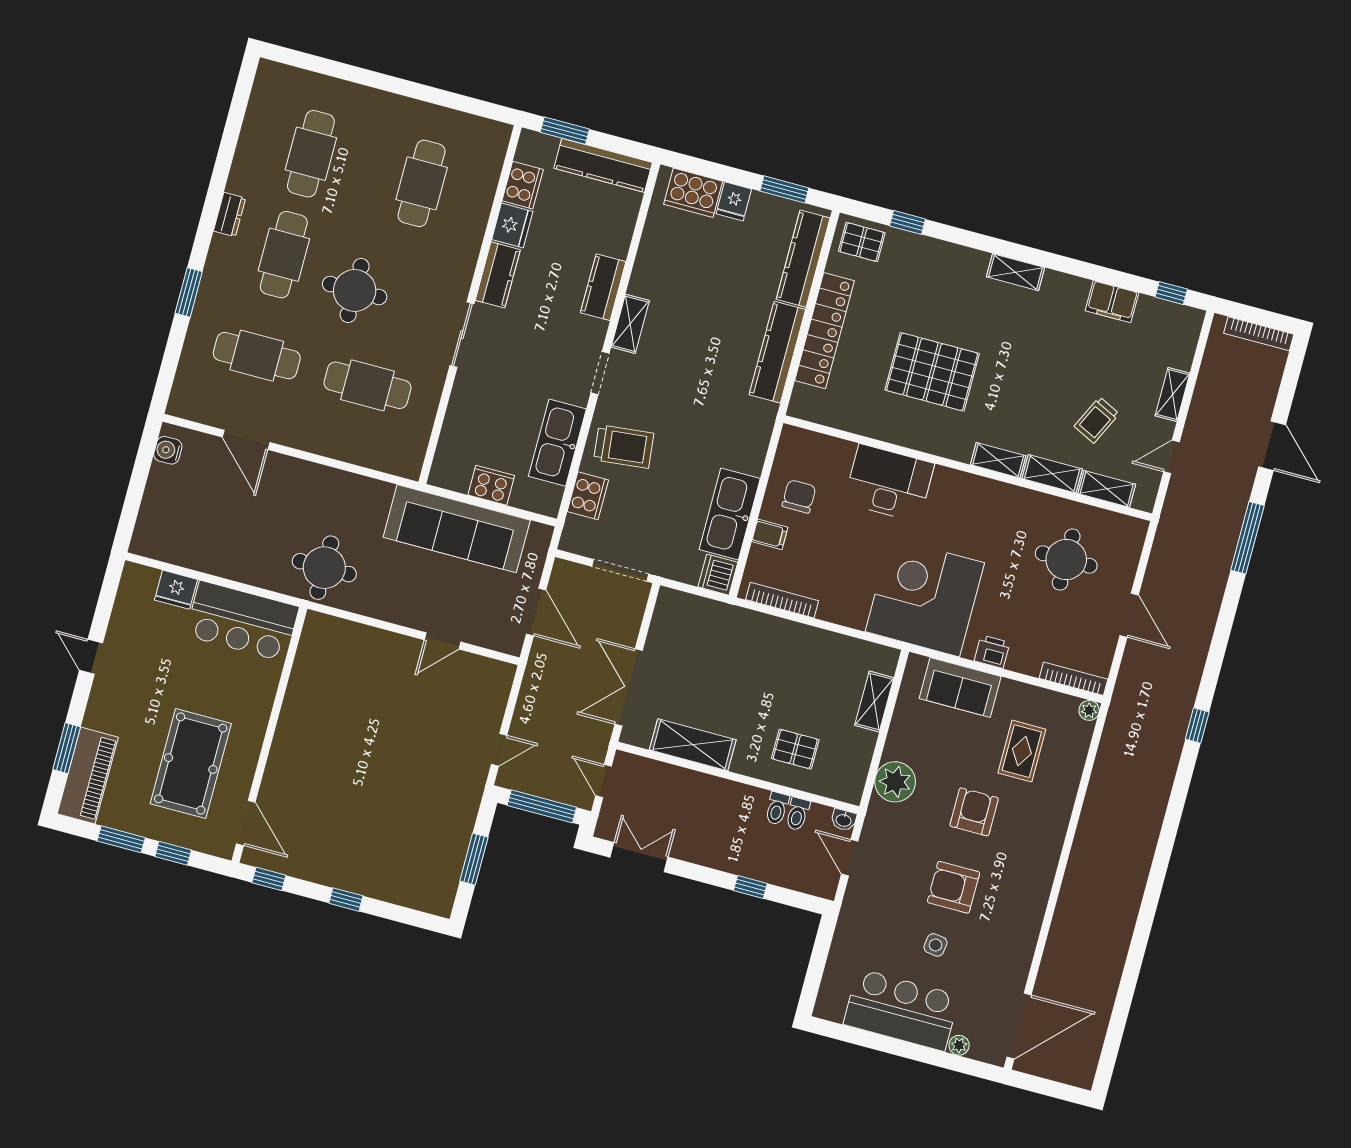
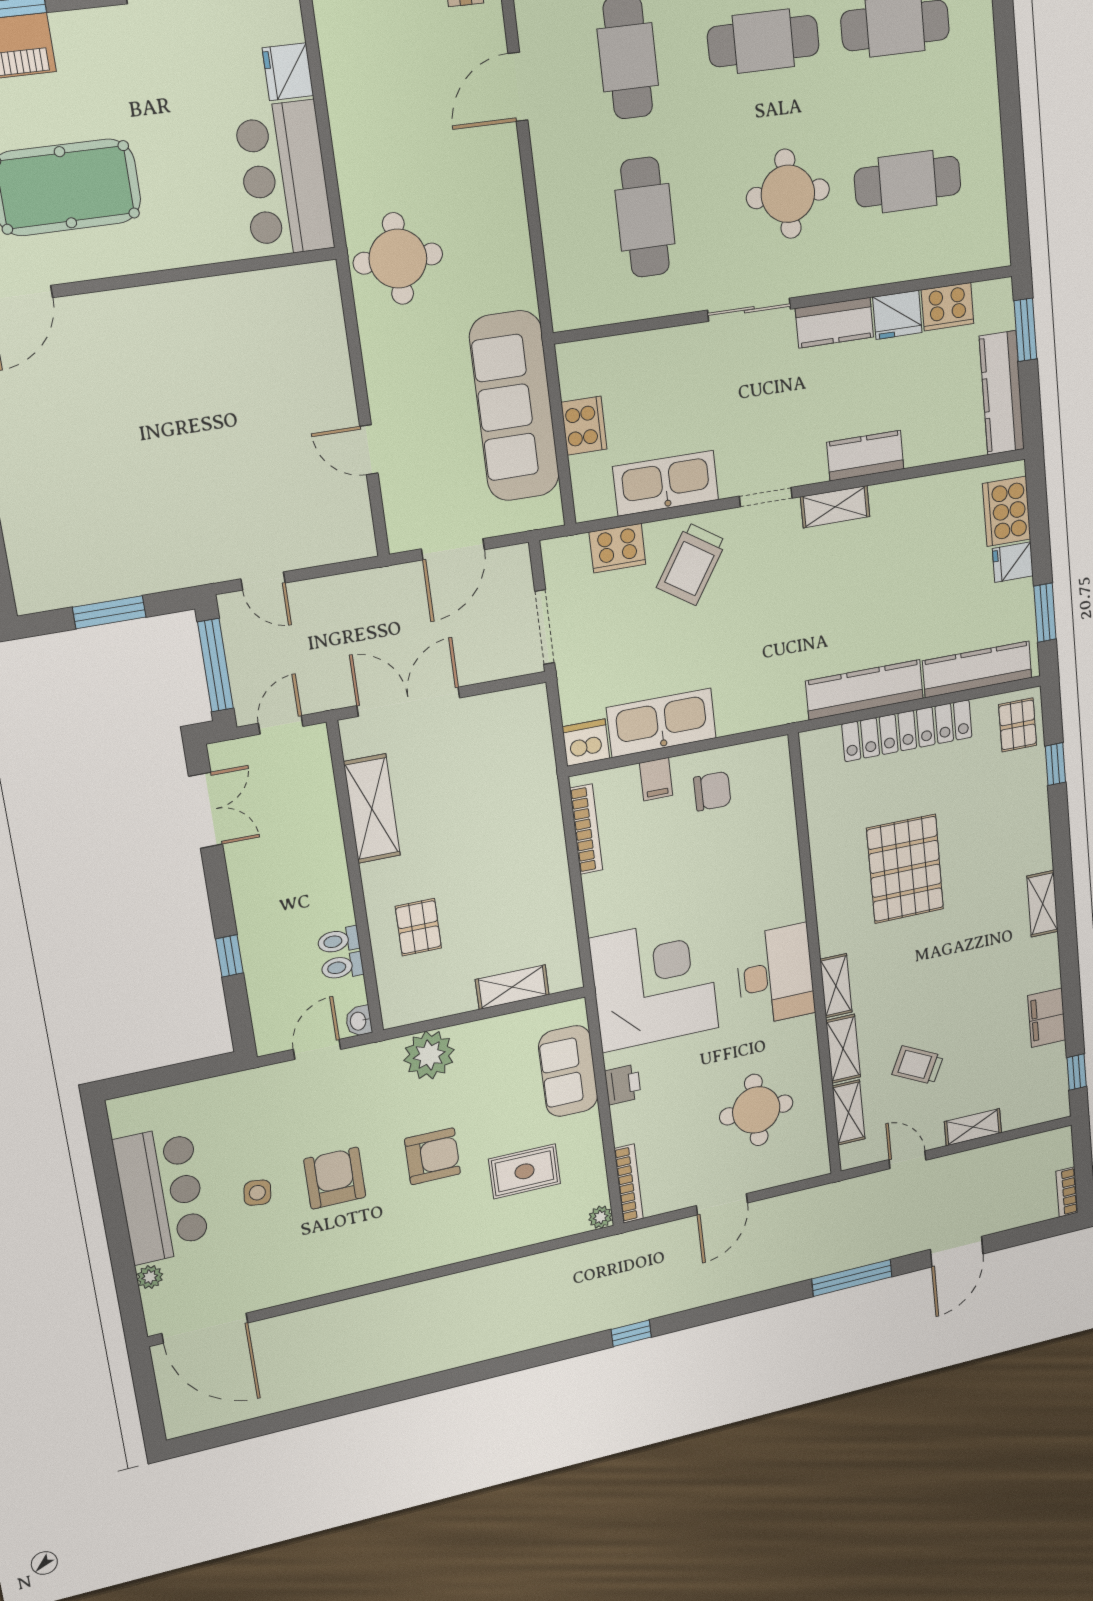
round table: (355, 290) -> (788, 194), moved
bookcase: (1259, 334) -> (1067, 1192), width x0.64
trolley: (624, 447) -> (692, 564), turned 39
desk: (889, 483) -> (775, 975), moved

